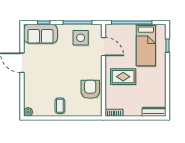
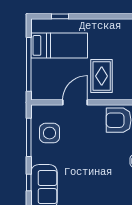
door: (103, 47) -> (75, 102), moved

